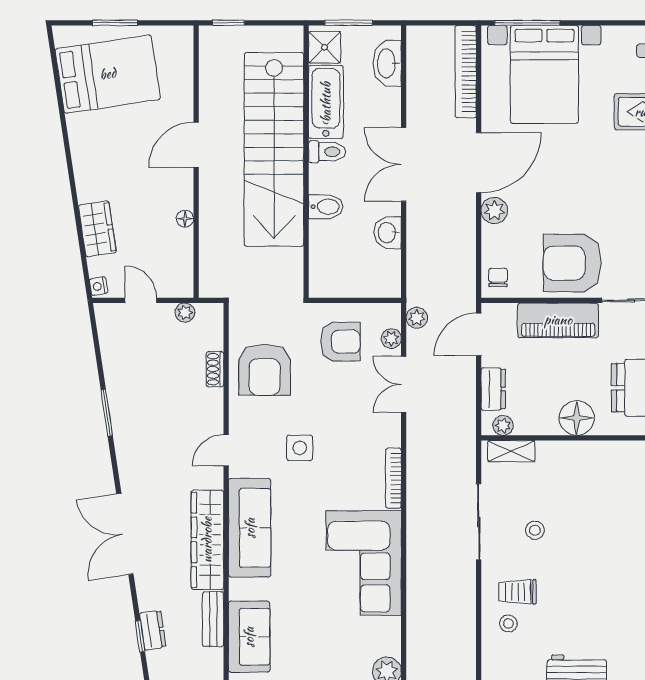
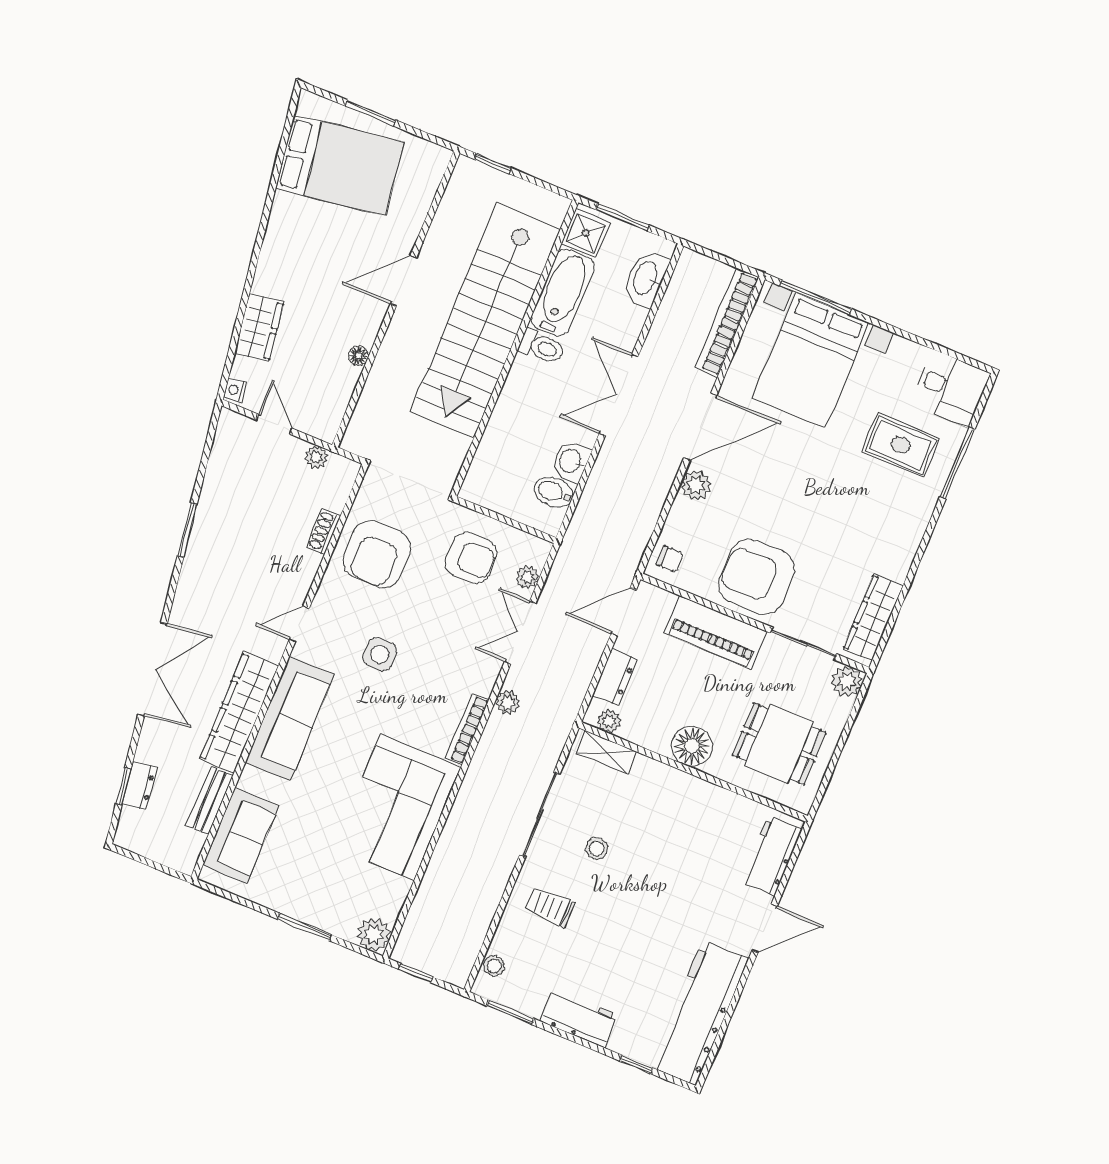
bidet: (326, 207) -> (553, 492), moved, turned 180
chair: (498, 277) -> (670, 559), turned 90
plant: (417, 318) -> (508, 702), moved
double door: (125, 534) -> (152, 669), swing flipped
stool: (508, 623) -> (494, 966), moved

